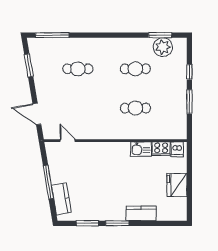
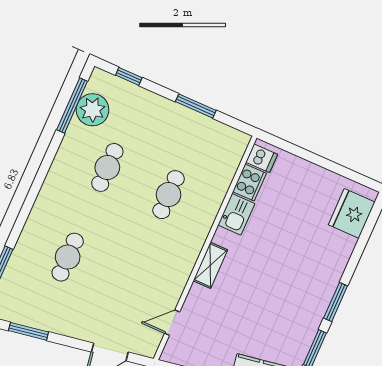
window: (160, 35) -> (72, 105), width x1.44
window: (189, 72) -> (129, 76), moved
shelving: (107, 147) -> (210, 265), added
fridge: (177, 185) -> (352, 213), moved, turned 90
kitchen counter: (141, 213) -> (336, 258), removed

